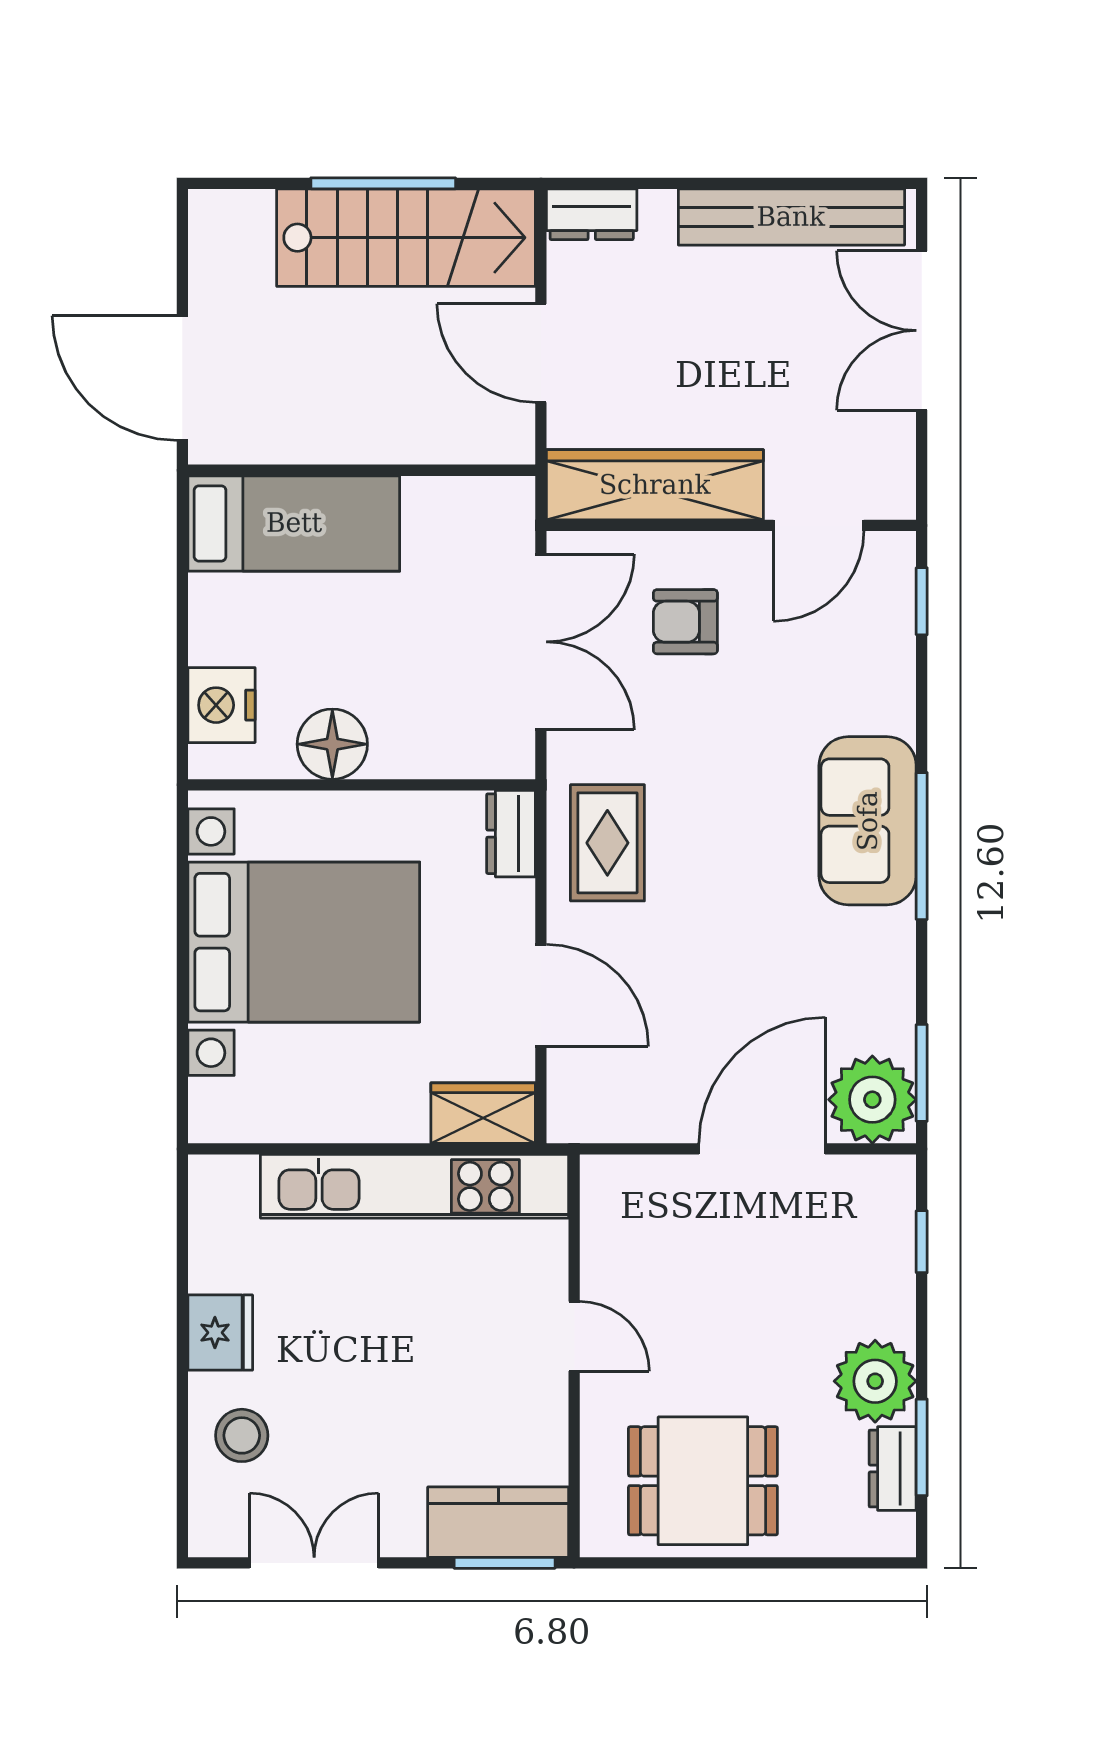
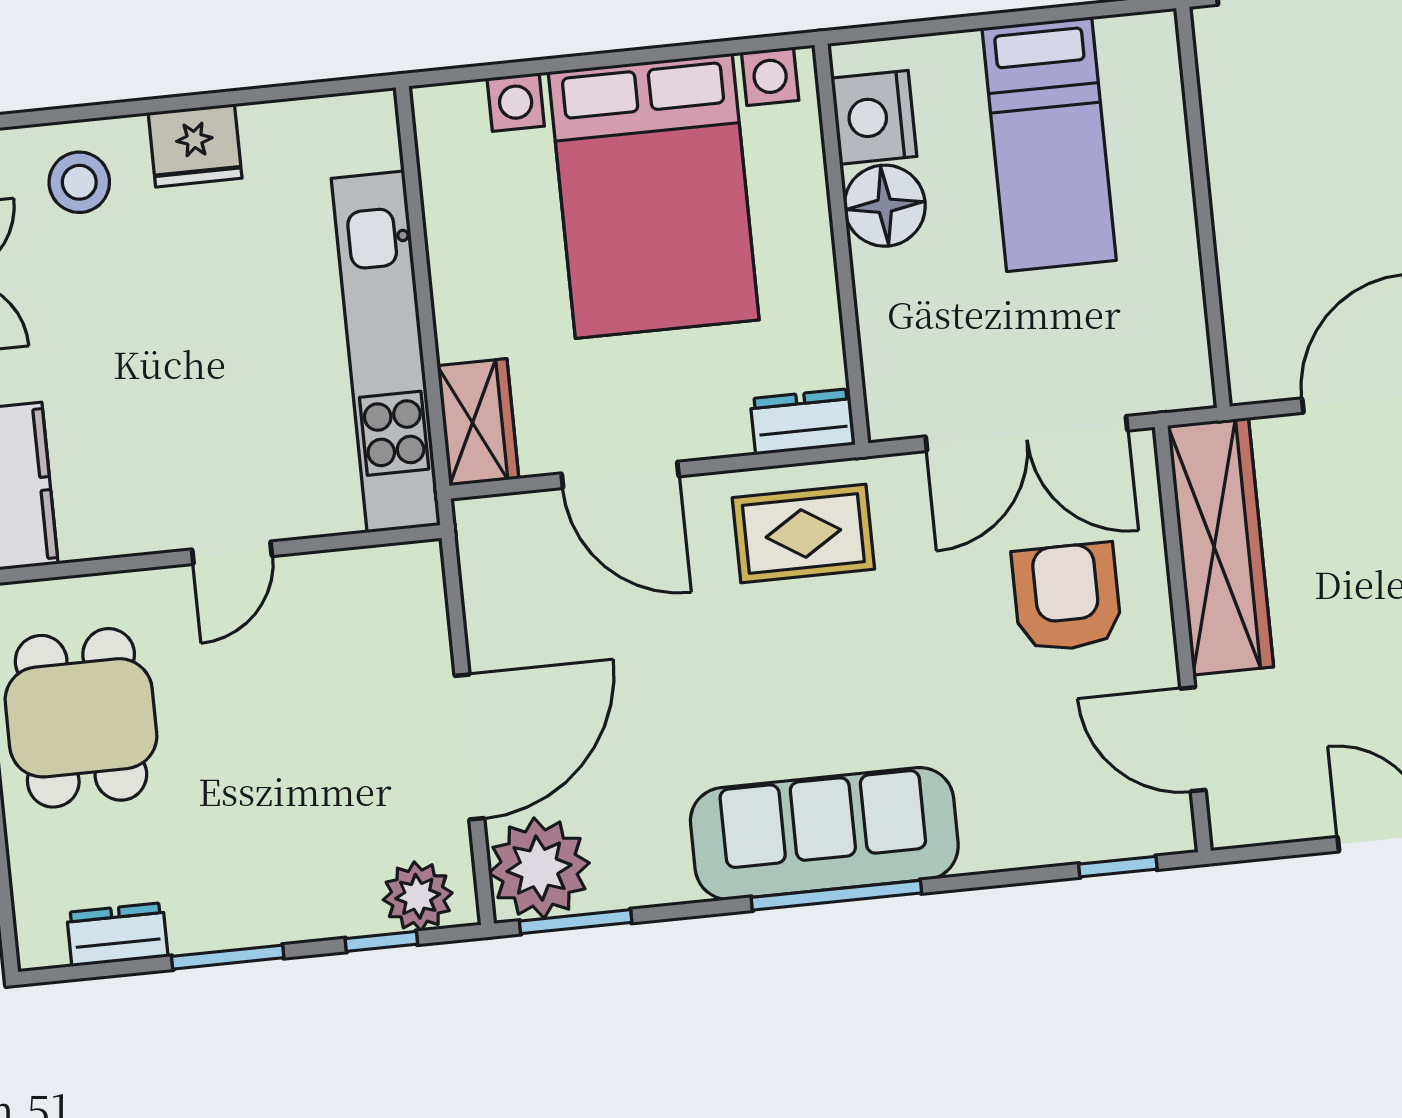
bed: (294, 523) -> (1049, 144), moved
armchair: (685, 622) -> (1067, 597), width x1.38, depth x1.38
nightstand: (221, 705) -> (874, 117), moved, turned -90
sofa: (868, 821) -> (824, 834), width x1.36
door: (541, 995) -> (620, 475), hinge flipped
door: (762, 1149) -> (469, 747), hinge flipped
plant: (875, 1381) -> (418, 896), moved, width x0.73, depth x0.73
window: (922, 1447) -> (228, 957), moved

